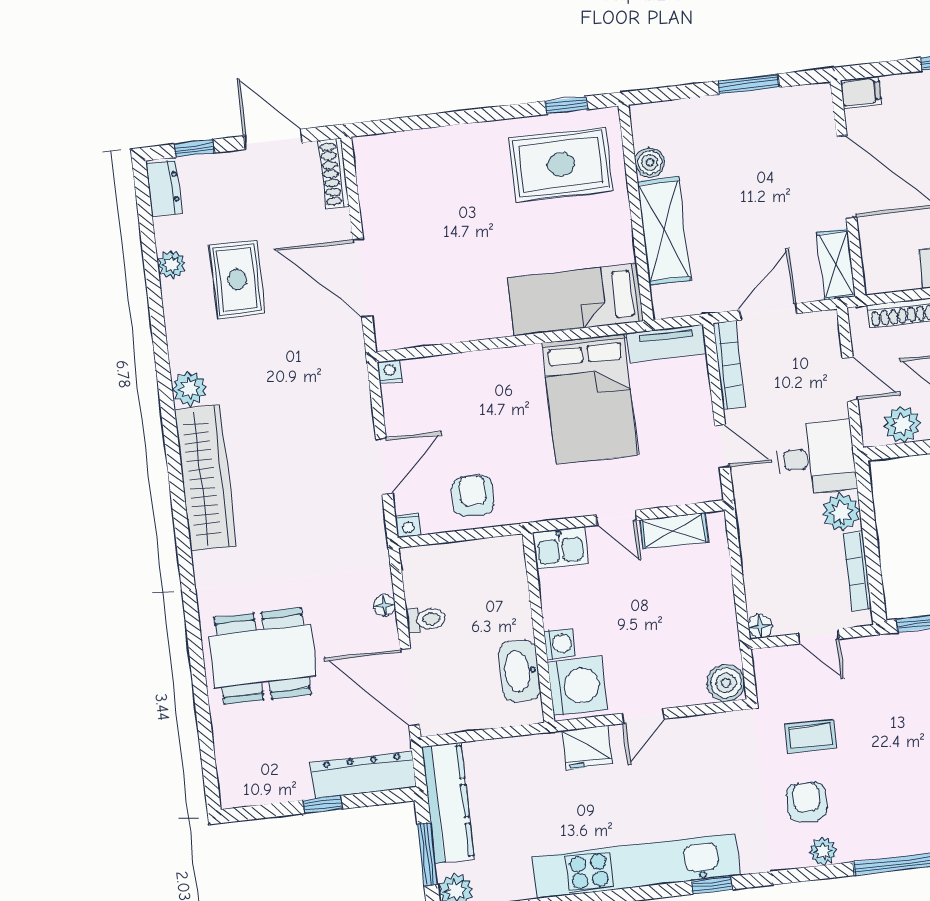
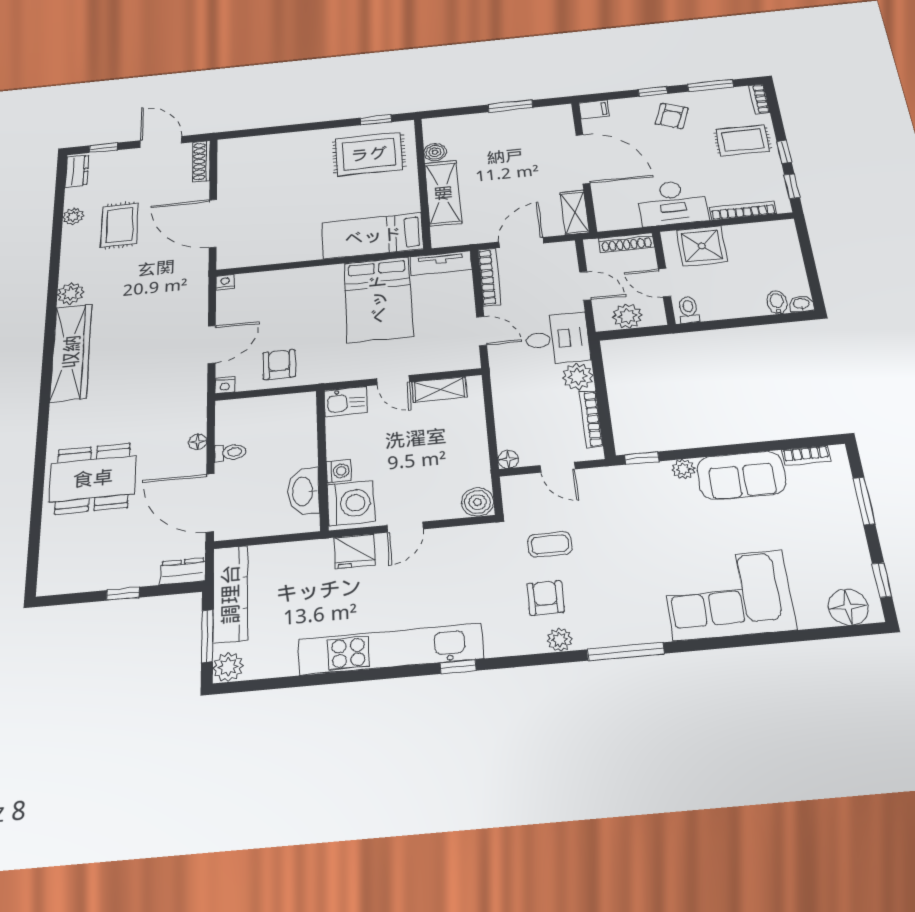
dresser: (363, 775) -> (183, 571), width x0.51, depth x0.80

